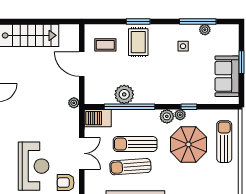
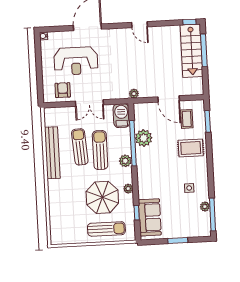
window: (29, 22) -> (204, 50), added
window: (138, 22) -> (208, 121), moved
window: (198, 22) -> (212, 214), moved
door: (82, 64) -> (169, 99), swing flipped
sofa: (227, 76) -> (150, 217), moved, turned 90
window: (189, 107) -> (137, 213), moved
plant: (167, 116) -> (125, 161), moved

